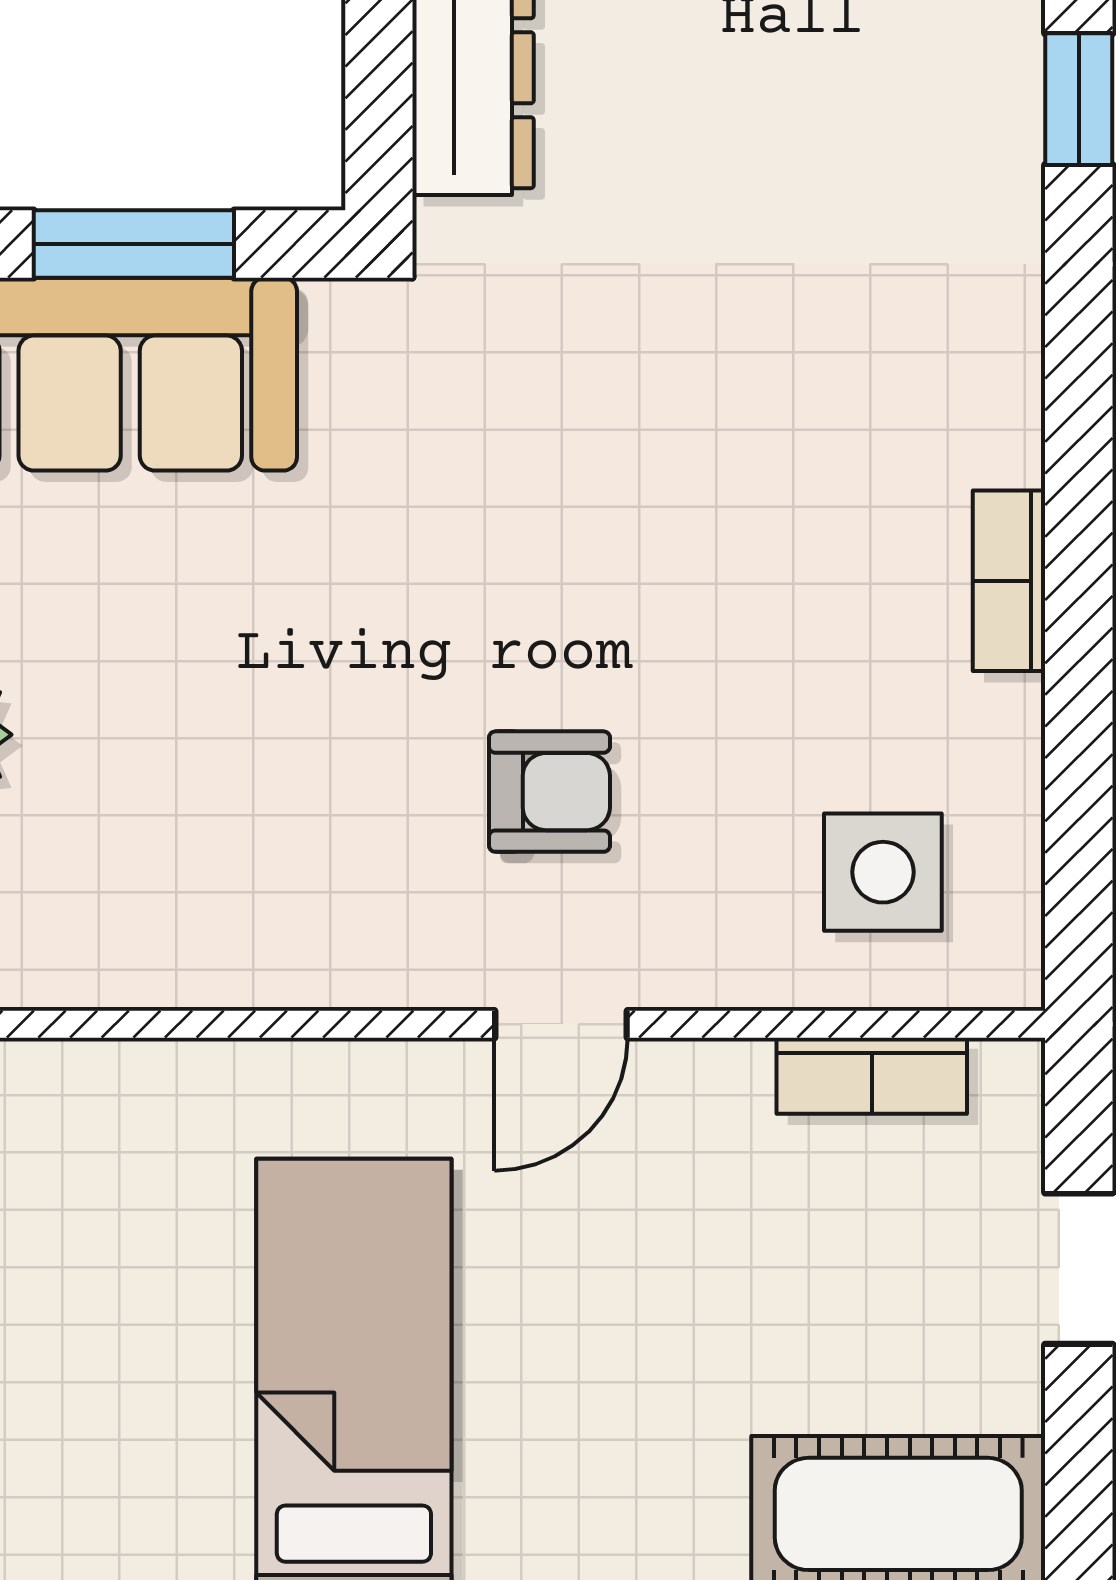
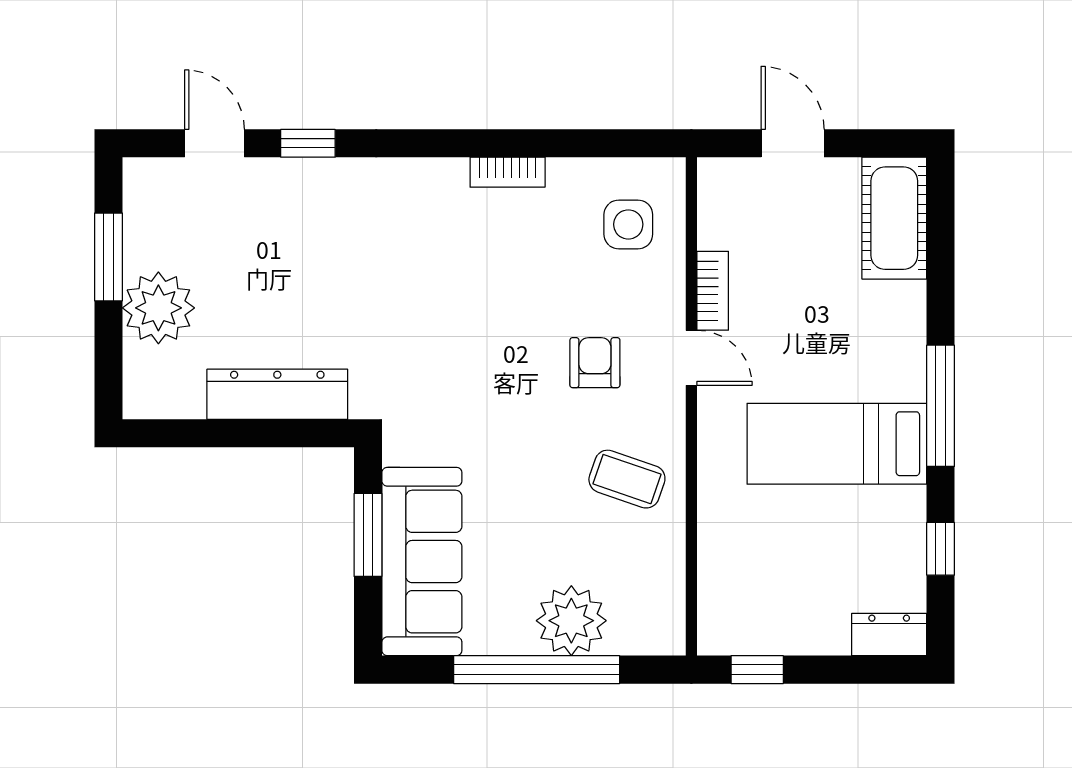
coffee table: (269, 869) -> (627, 479), added
bookcase: (872, 1076) -> (713, 291), moved

